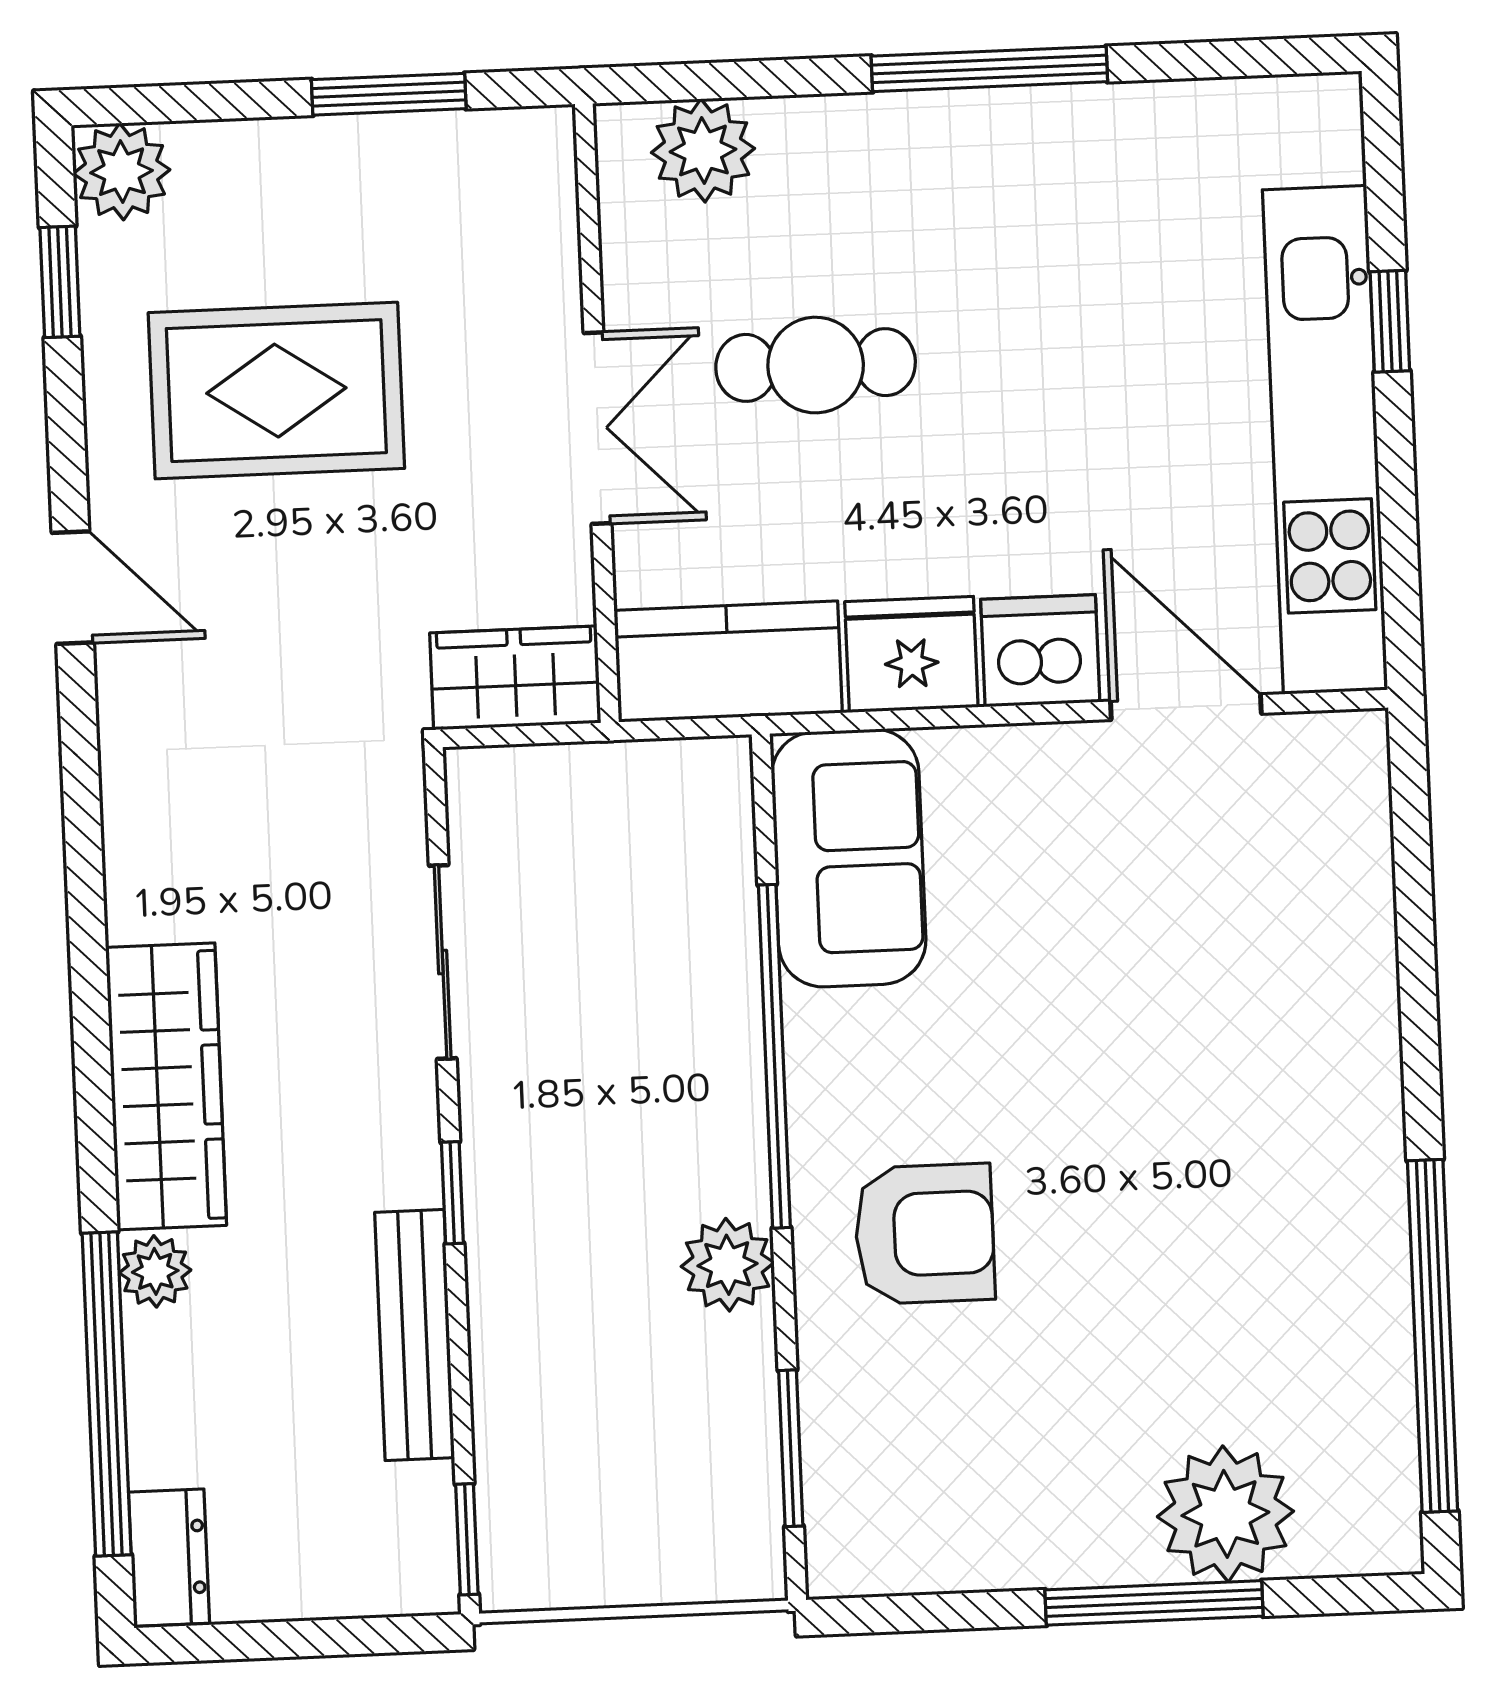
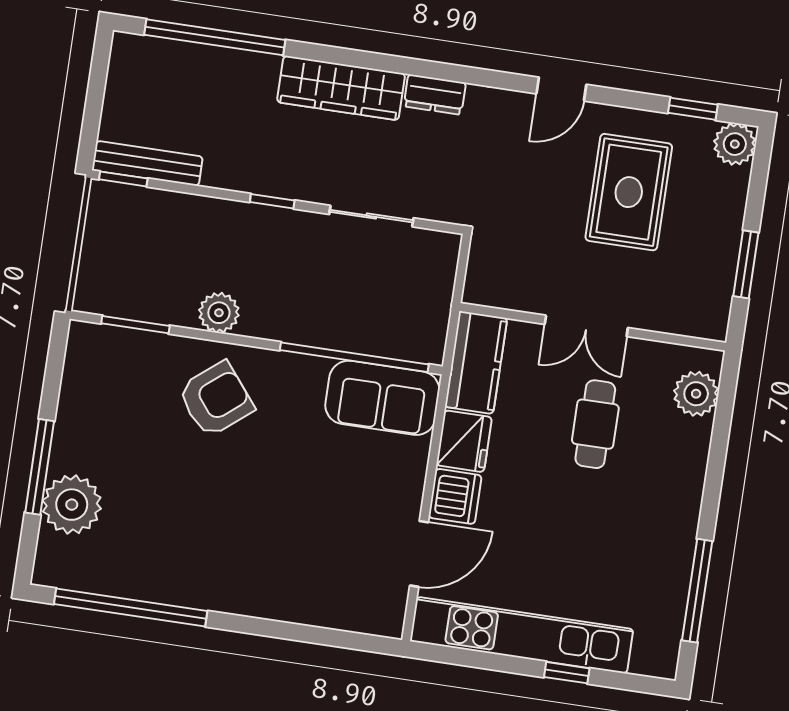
window: (989, 69) -> (697, 591), moved
wardrobe: (515, 678) -> (487, 270), removed
window: (774, 1056) -> (354, 357), moved
armchair: (925, 1234) -> (216, 399), turned -129
plant: (155, 1271) -> (263, 68), removed
bench: (415, 1335) -> (147, 163), moved
dresser: (169, 1558) -> (435, 95), moved

